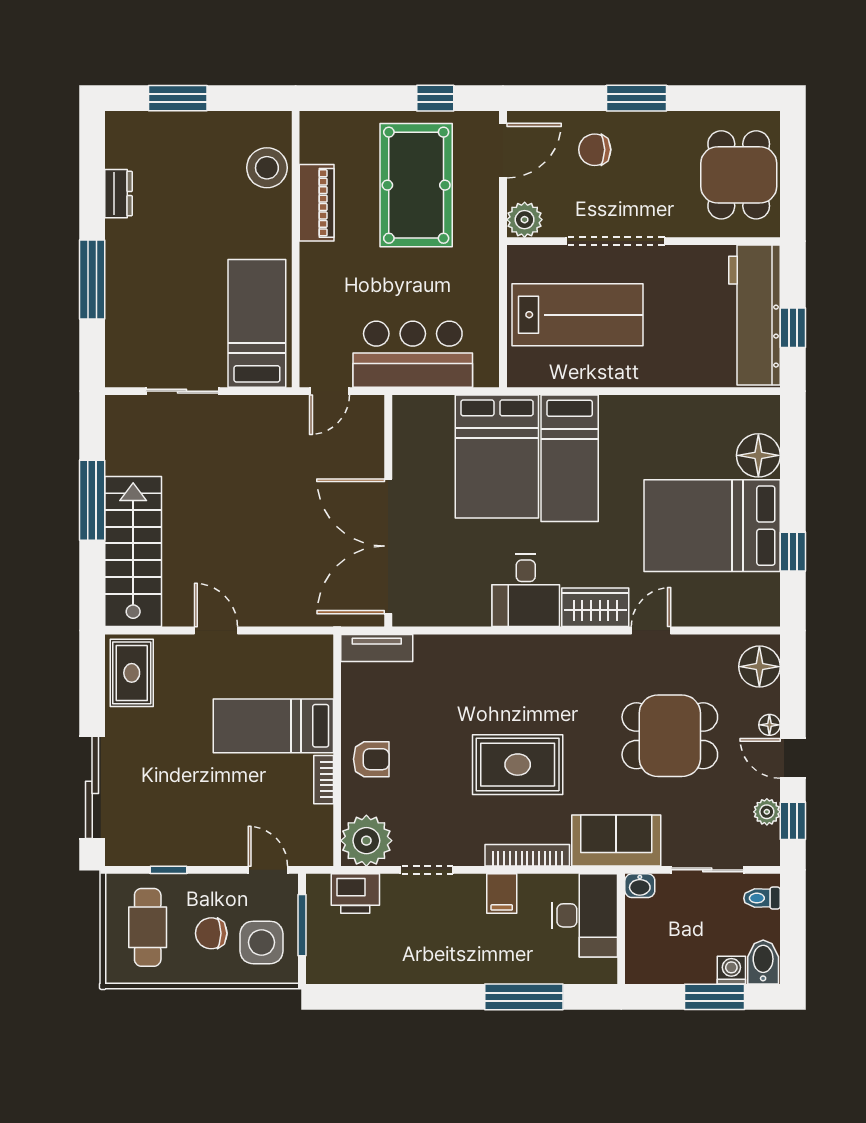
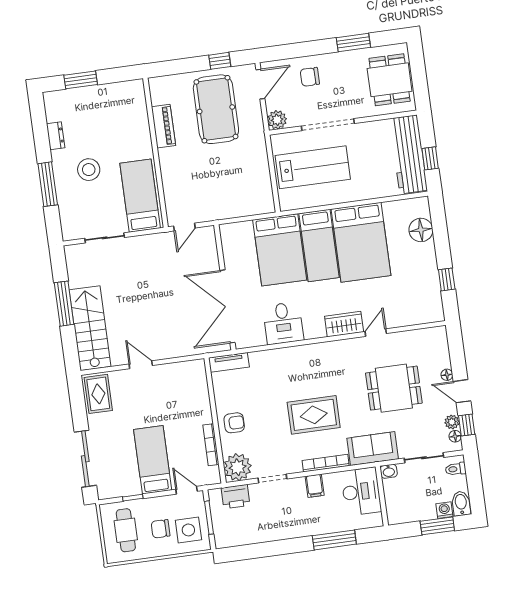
window: (636, 98) -> (353, 42), moved
stool: (267, 168) -> (89, 170), moved
bar counter: (413, 354) -> (227, 201), removed
bed: (712, 526) -> (361, 242), moved, turned -90
desk: (526, 590) -> (283, 323), moved
floor lamp: (759, 667) -> (455, 436), moved, width x0.53, depth x0.53
bed: (273, 726) -> (153, 460), moved, turned 90
bookcase: (324, 780) -> (211, 445), width x1.56

